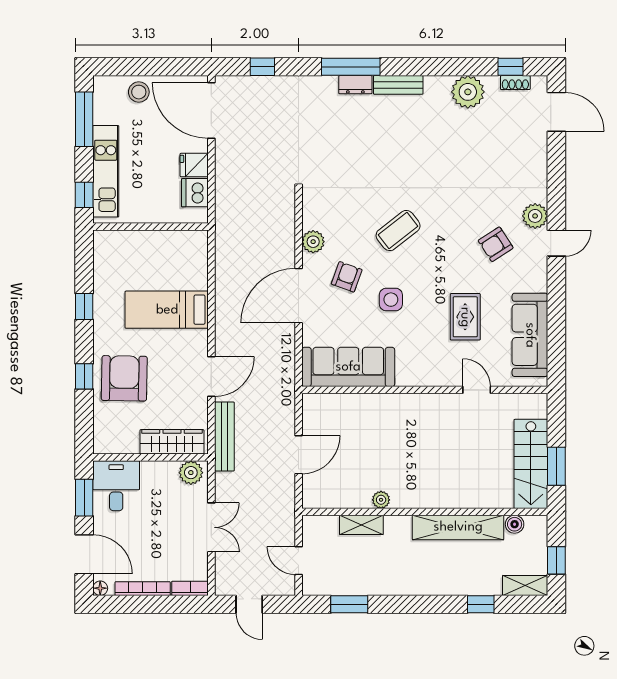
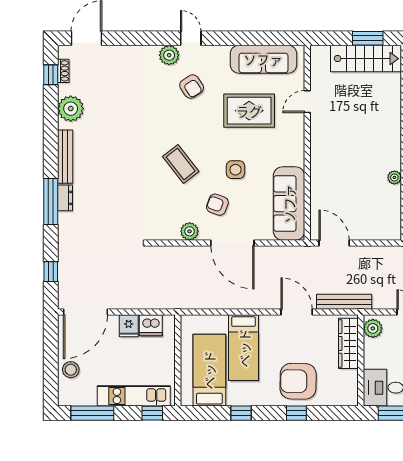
bench: (398, 85) -> (65, 157), width x1.36
bed: (138, 267) -> (209, 370), added
rug: (465, 317) -> (249, 111), width x1.36, depth x1.43
door: (299, 455) -> (334, 243), moved

